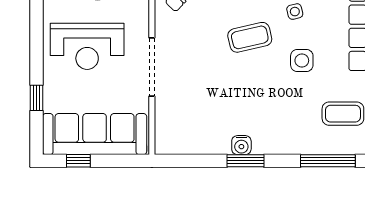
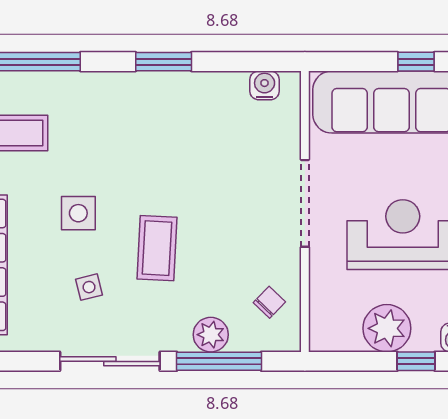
coffee table: (250, 37) -> (157, 248), turned -74
water cooler: (241, 145) -> (265, 85), moved

